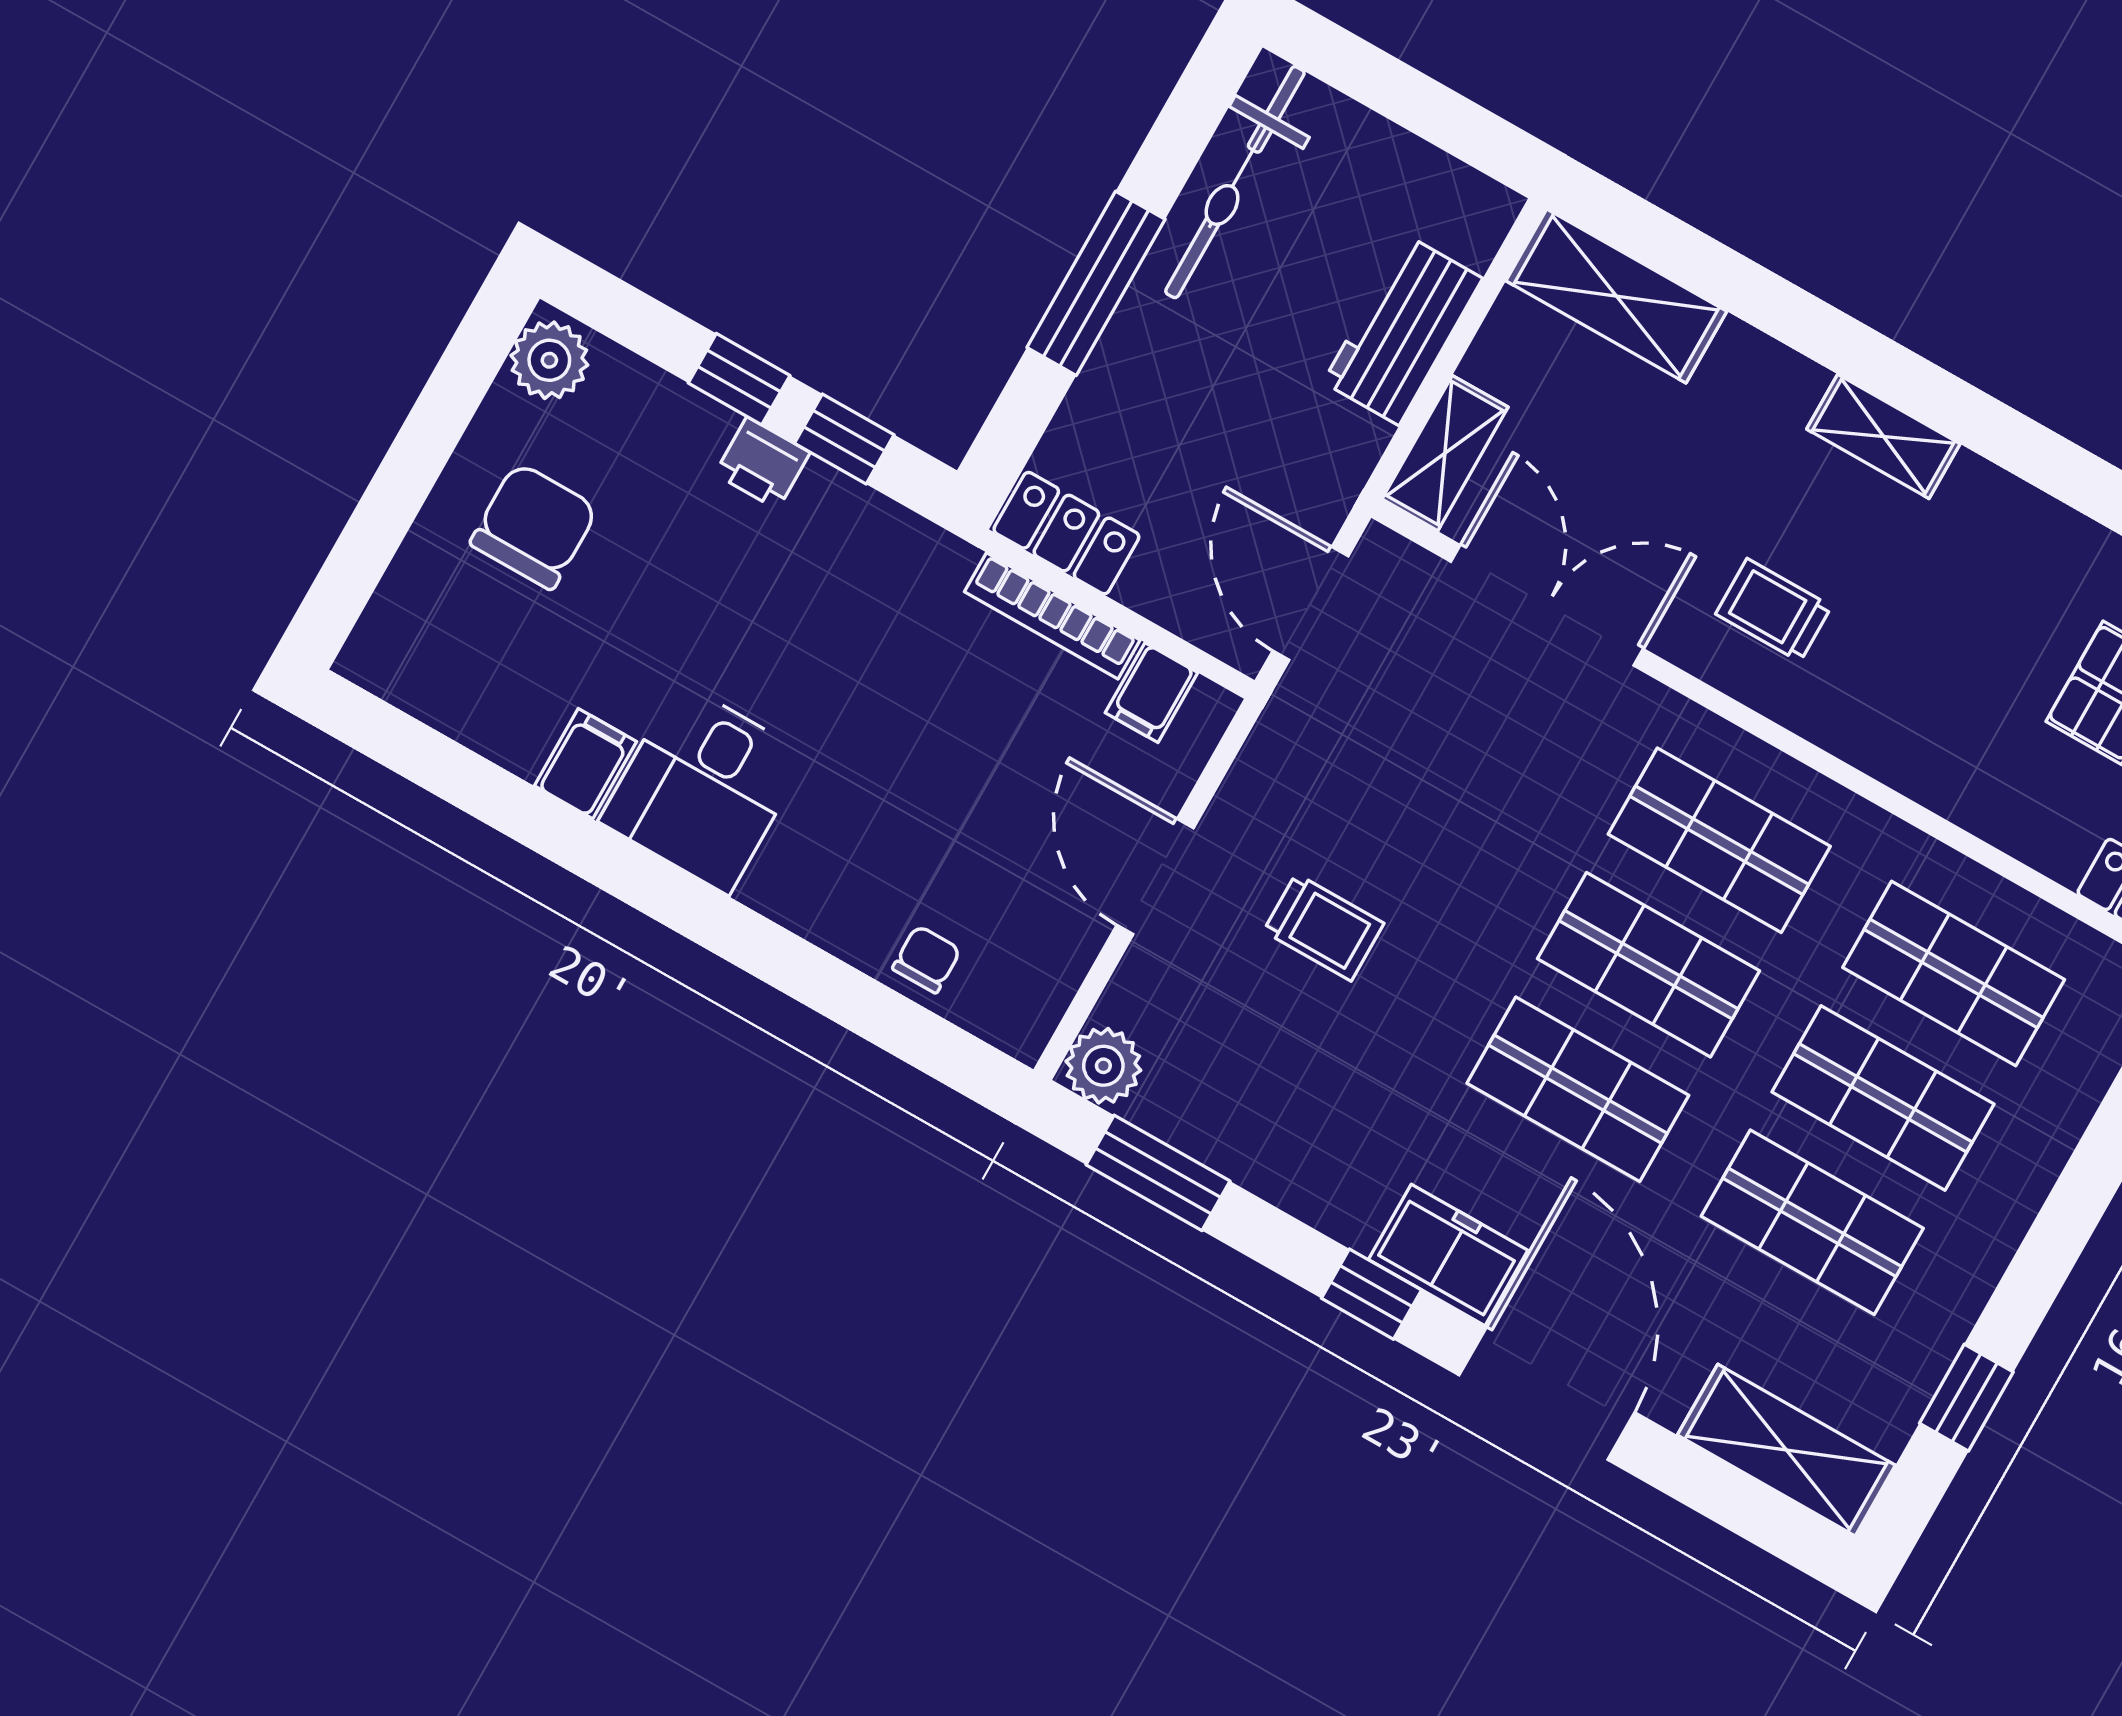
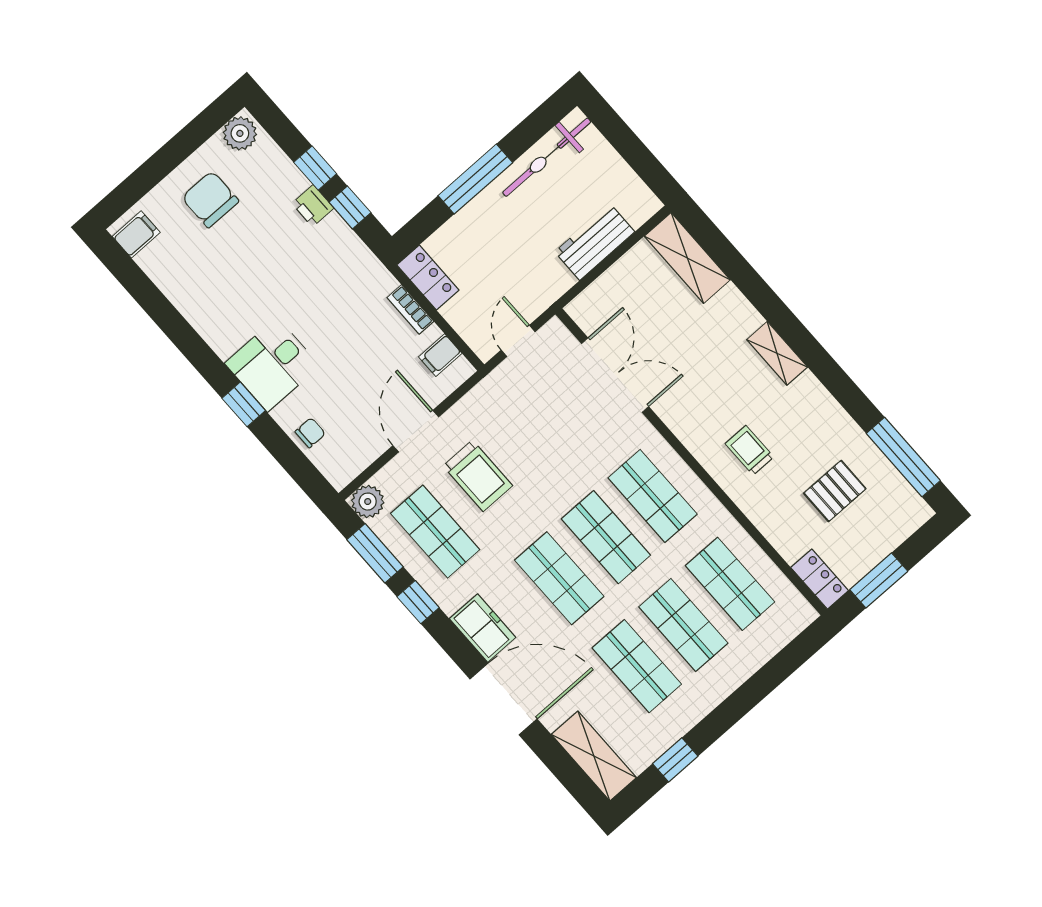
shelving: (1445, 453) -> (595, 298), removed
chair: (534, 526) -> (210, 199), turned -90
door: (1310, 603) -> (518, 341), width x0.73
trolley: (1774, 610) -> (749, 450), moved
bookcase: (1052, 616) -> (410, 309), width x0.64
filing cabinet: (585, 764) -> (136, 234), moved
desk: (703, 788) -> (272, 365), moved
trolley: (1324, 927) -> (478, 476), width x1.36, depth x1.39
window: (761, 947) -> (244, 404), added
shop shelf: (1273, 1080) -> (435, 531), added
window: (1371, 1294) -> (418, 602), moved
door: (1547, 1394) -> (504, 699), hinge flipped

